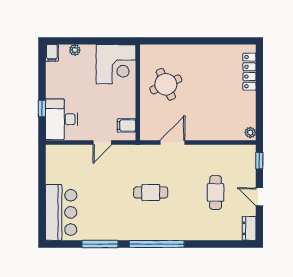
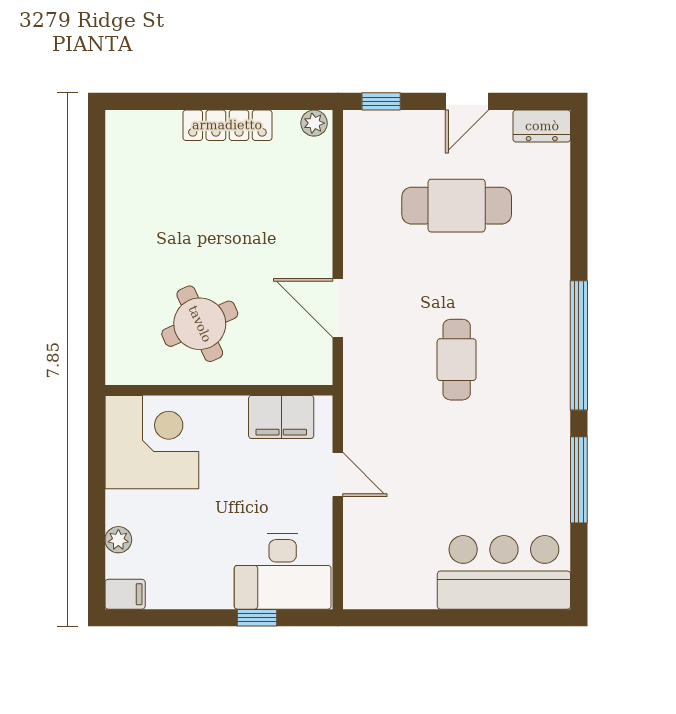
locker: (249, 72) -> (227, 125), moved
filing cabinet: (127, 125) -> (281, 417), width x2.00
cafe table: (216, 192) -> (457, 206), width x1.37, depth x1.35

